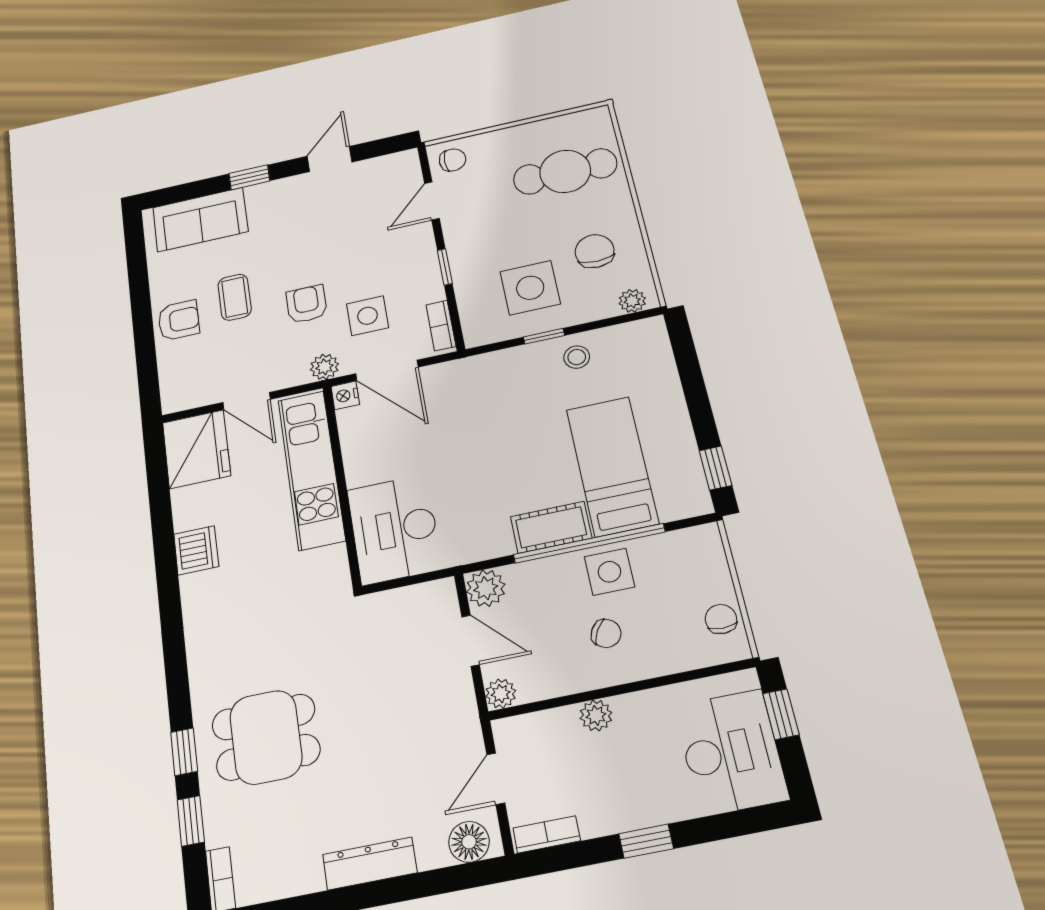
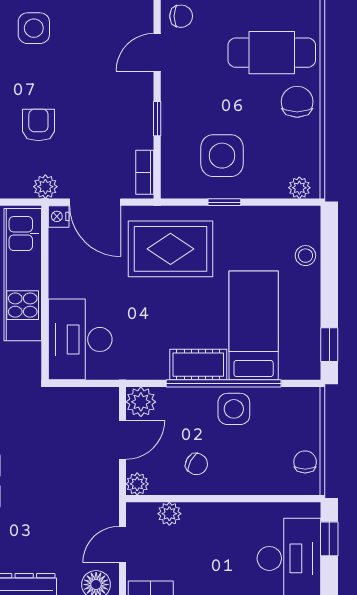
chair: (595, 251) -> (297, 102), moved
side table: (367, 316) -> (34, 28), moved
stool: (577, 357) -> (305, 256), moved
rug: (488, 401) -> (170, 249), added
chair: (606, 633) -> (197, 464), moved
door: (471, 641) -> (123, 440), hinge flipped
plant: (596, 715) -> (169, 514), moved

